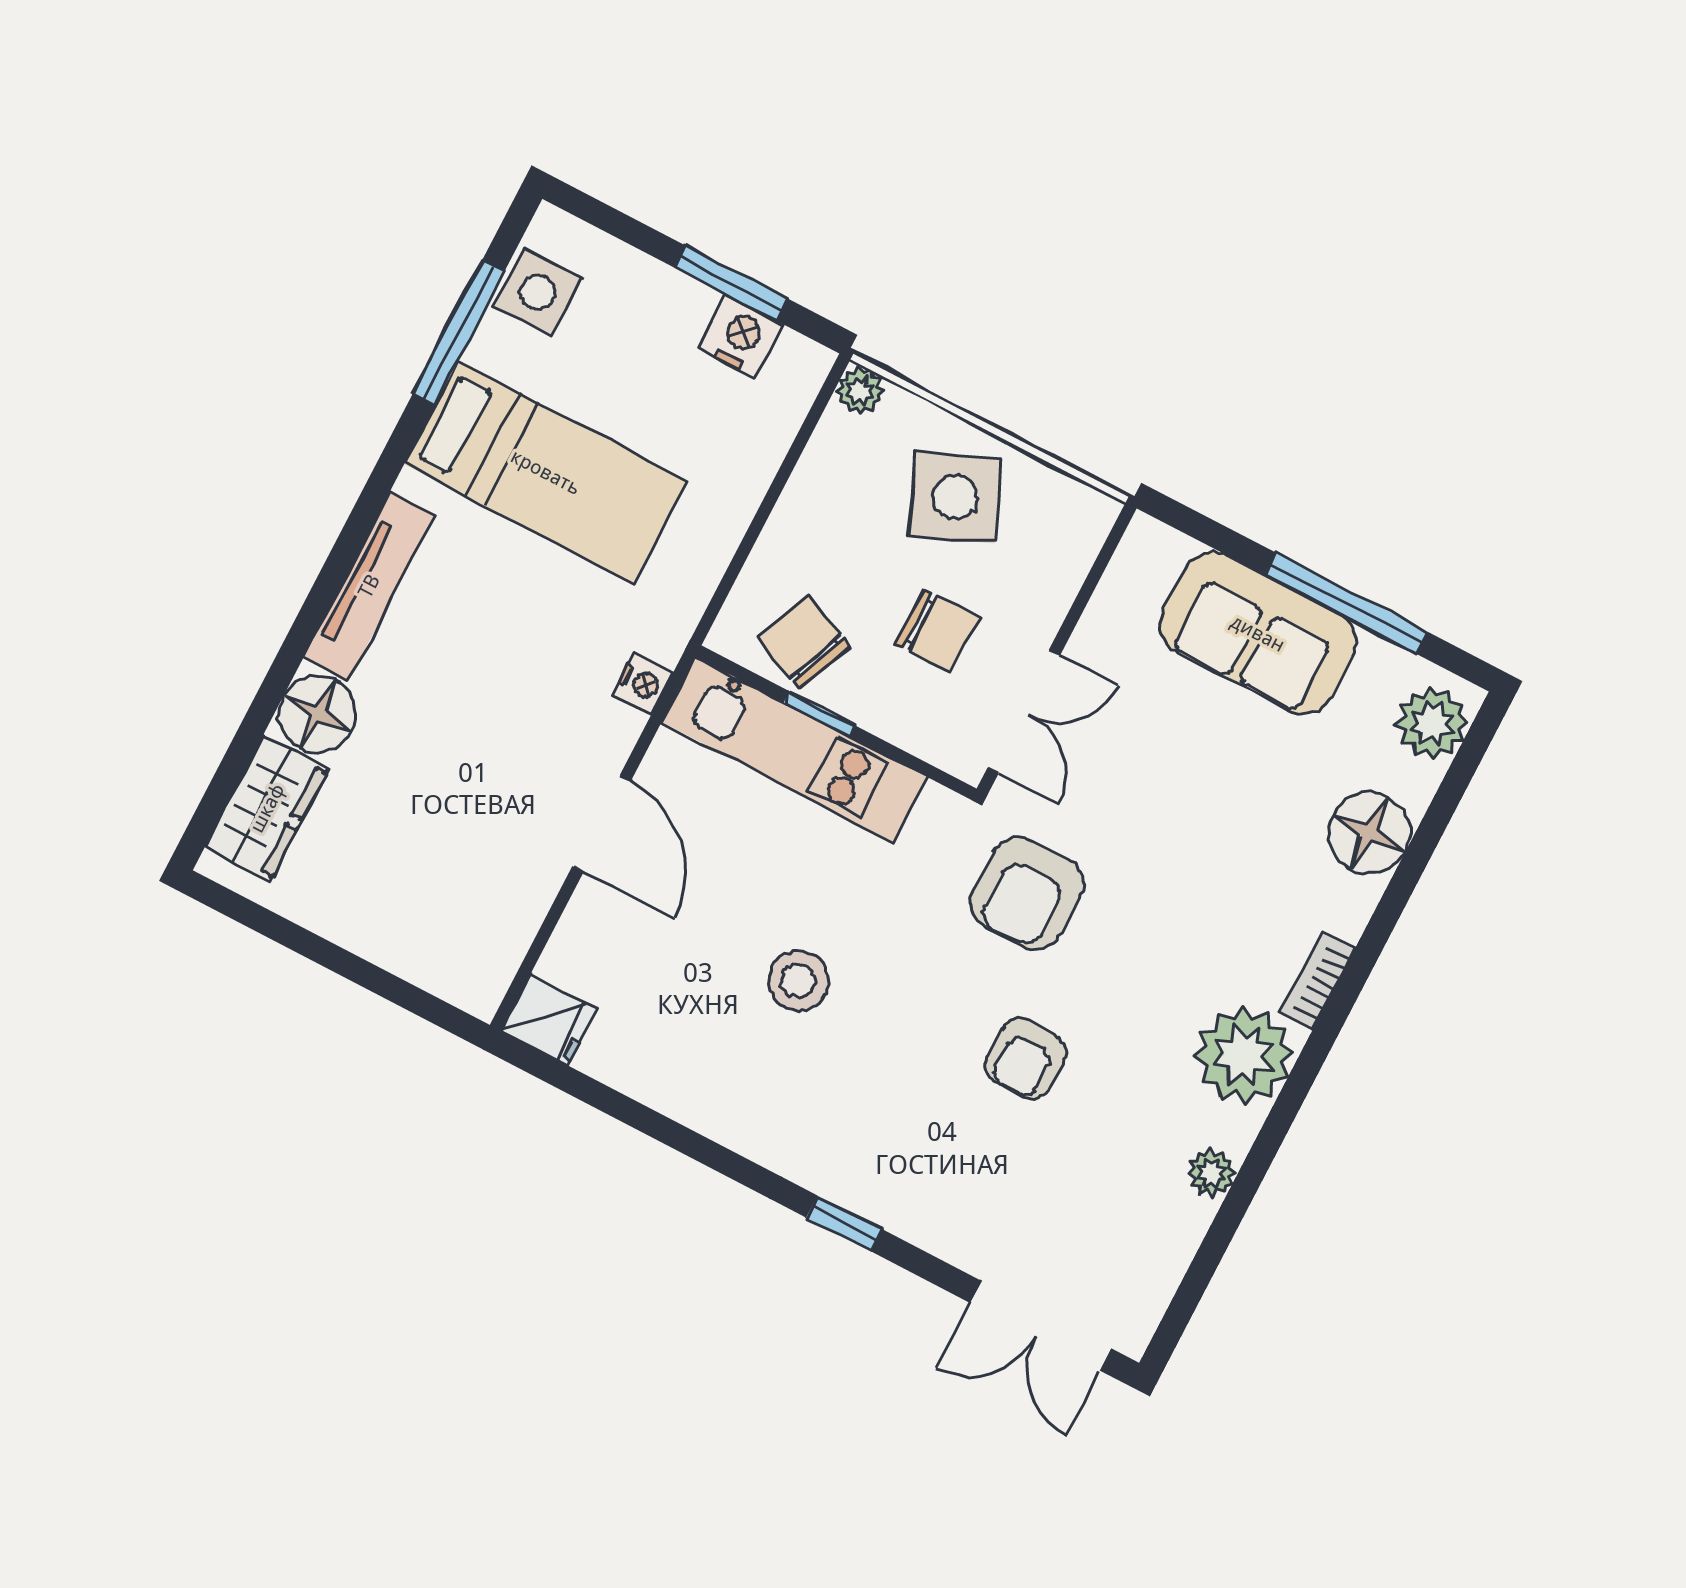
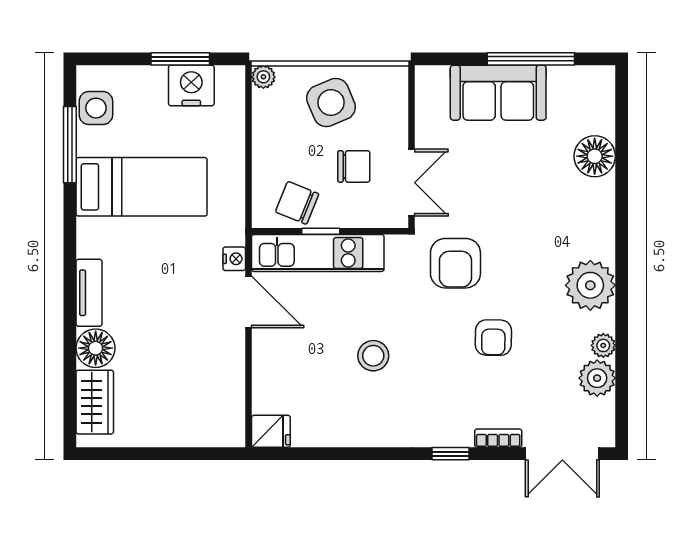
nightstand: (741, 336) -> (191, 85), width x1.36, depth x1.33
tv unit: (369, 586) -> (89, 293), width x0.71
plant: (1432, 723) -> (597, 378), moved
door: (602, 824) -> (249, 302), moved
bookcase: (1318, 981) -> (498, 438), moved, turned 90

